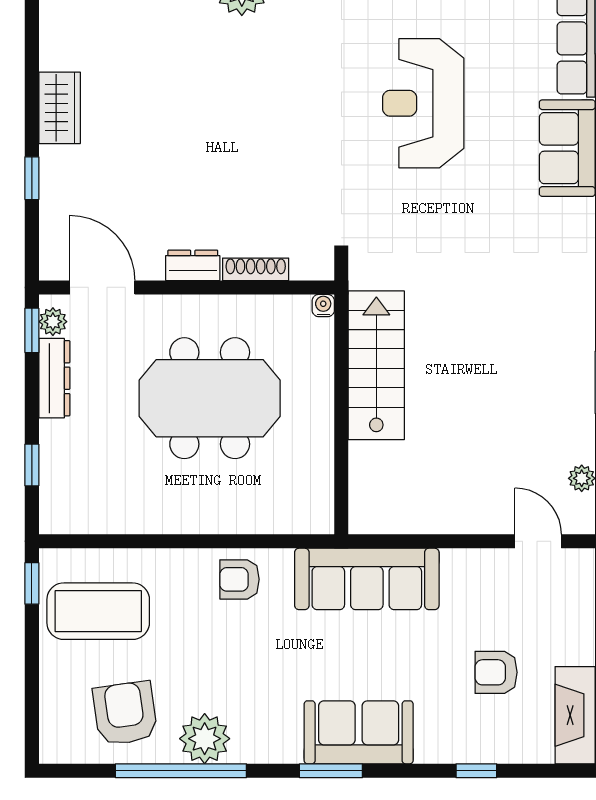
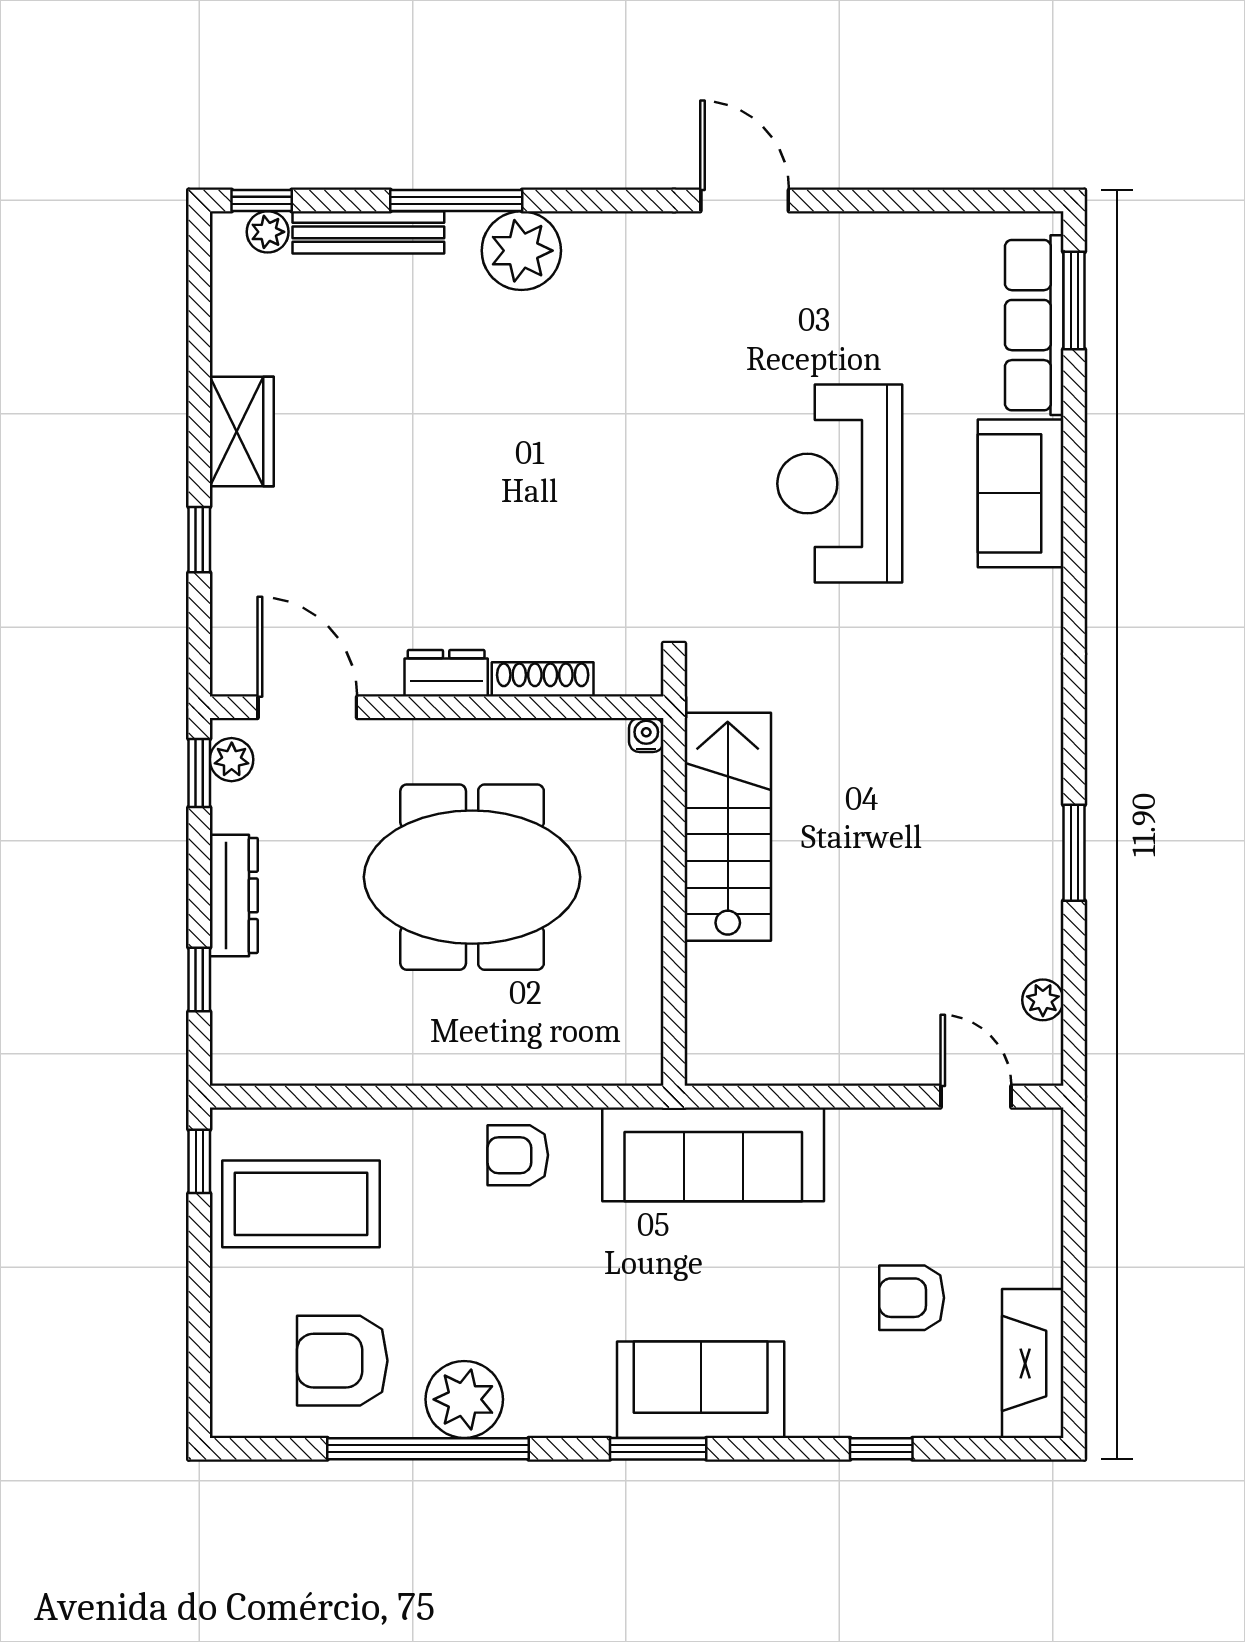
reception desk: (423, 103) -> (840, 484), moved
dresser: (54, 378) -> (234, 895), moved
armchair: (125, 713) -> (342, 1361), turned -82

